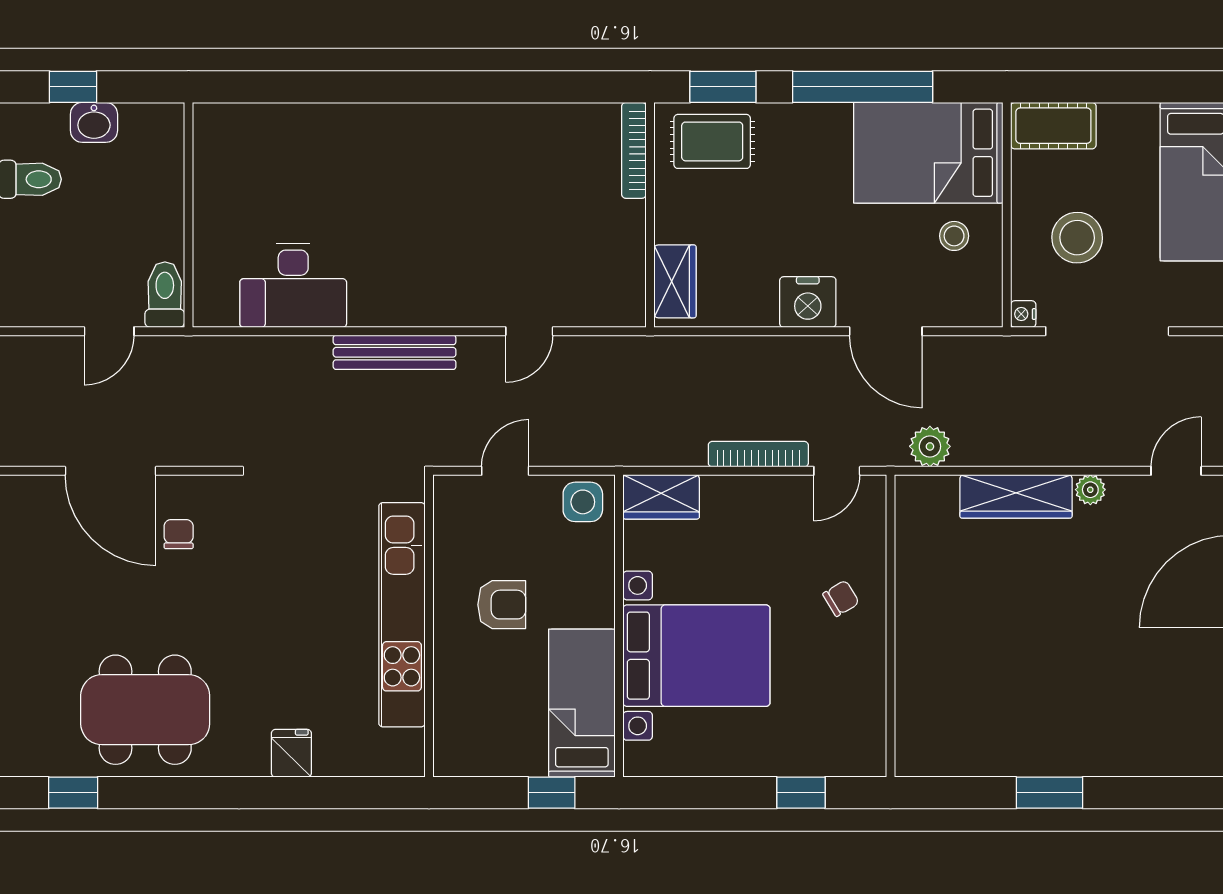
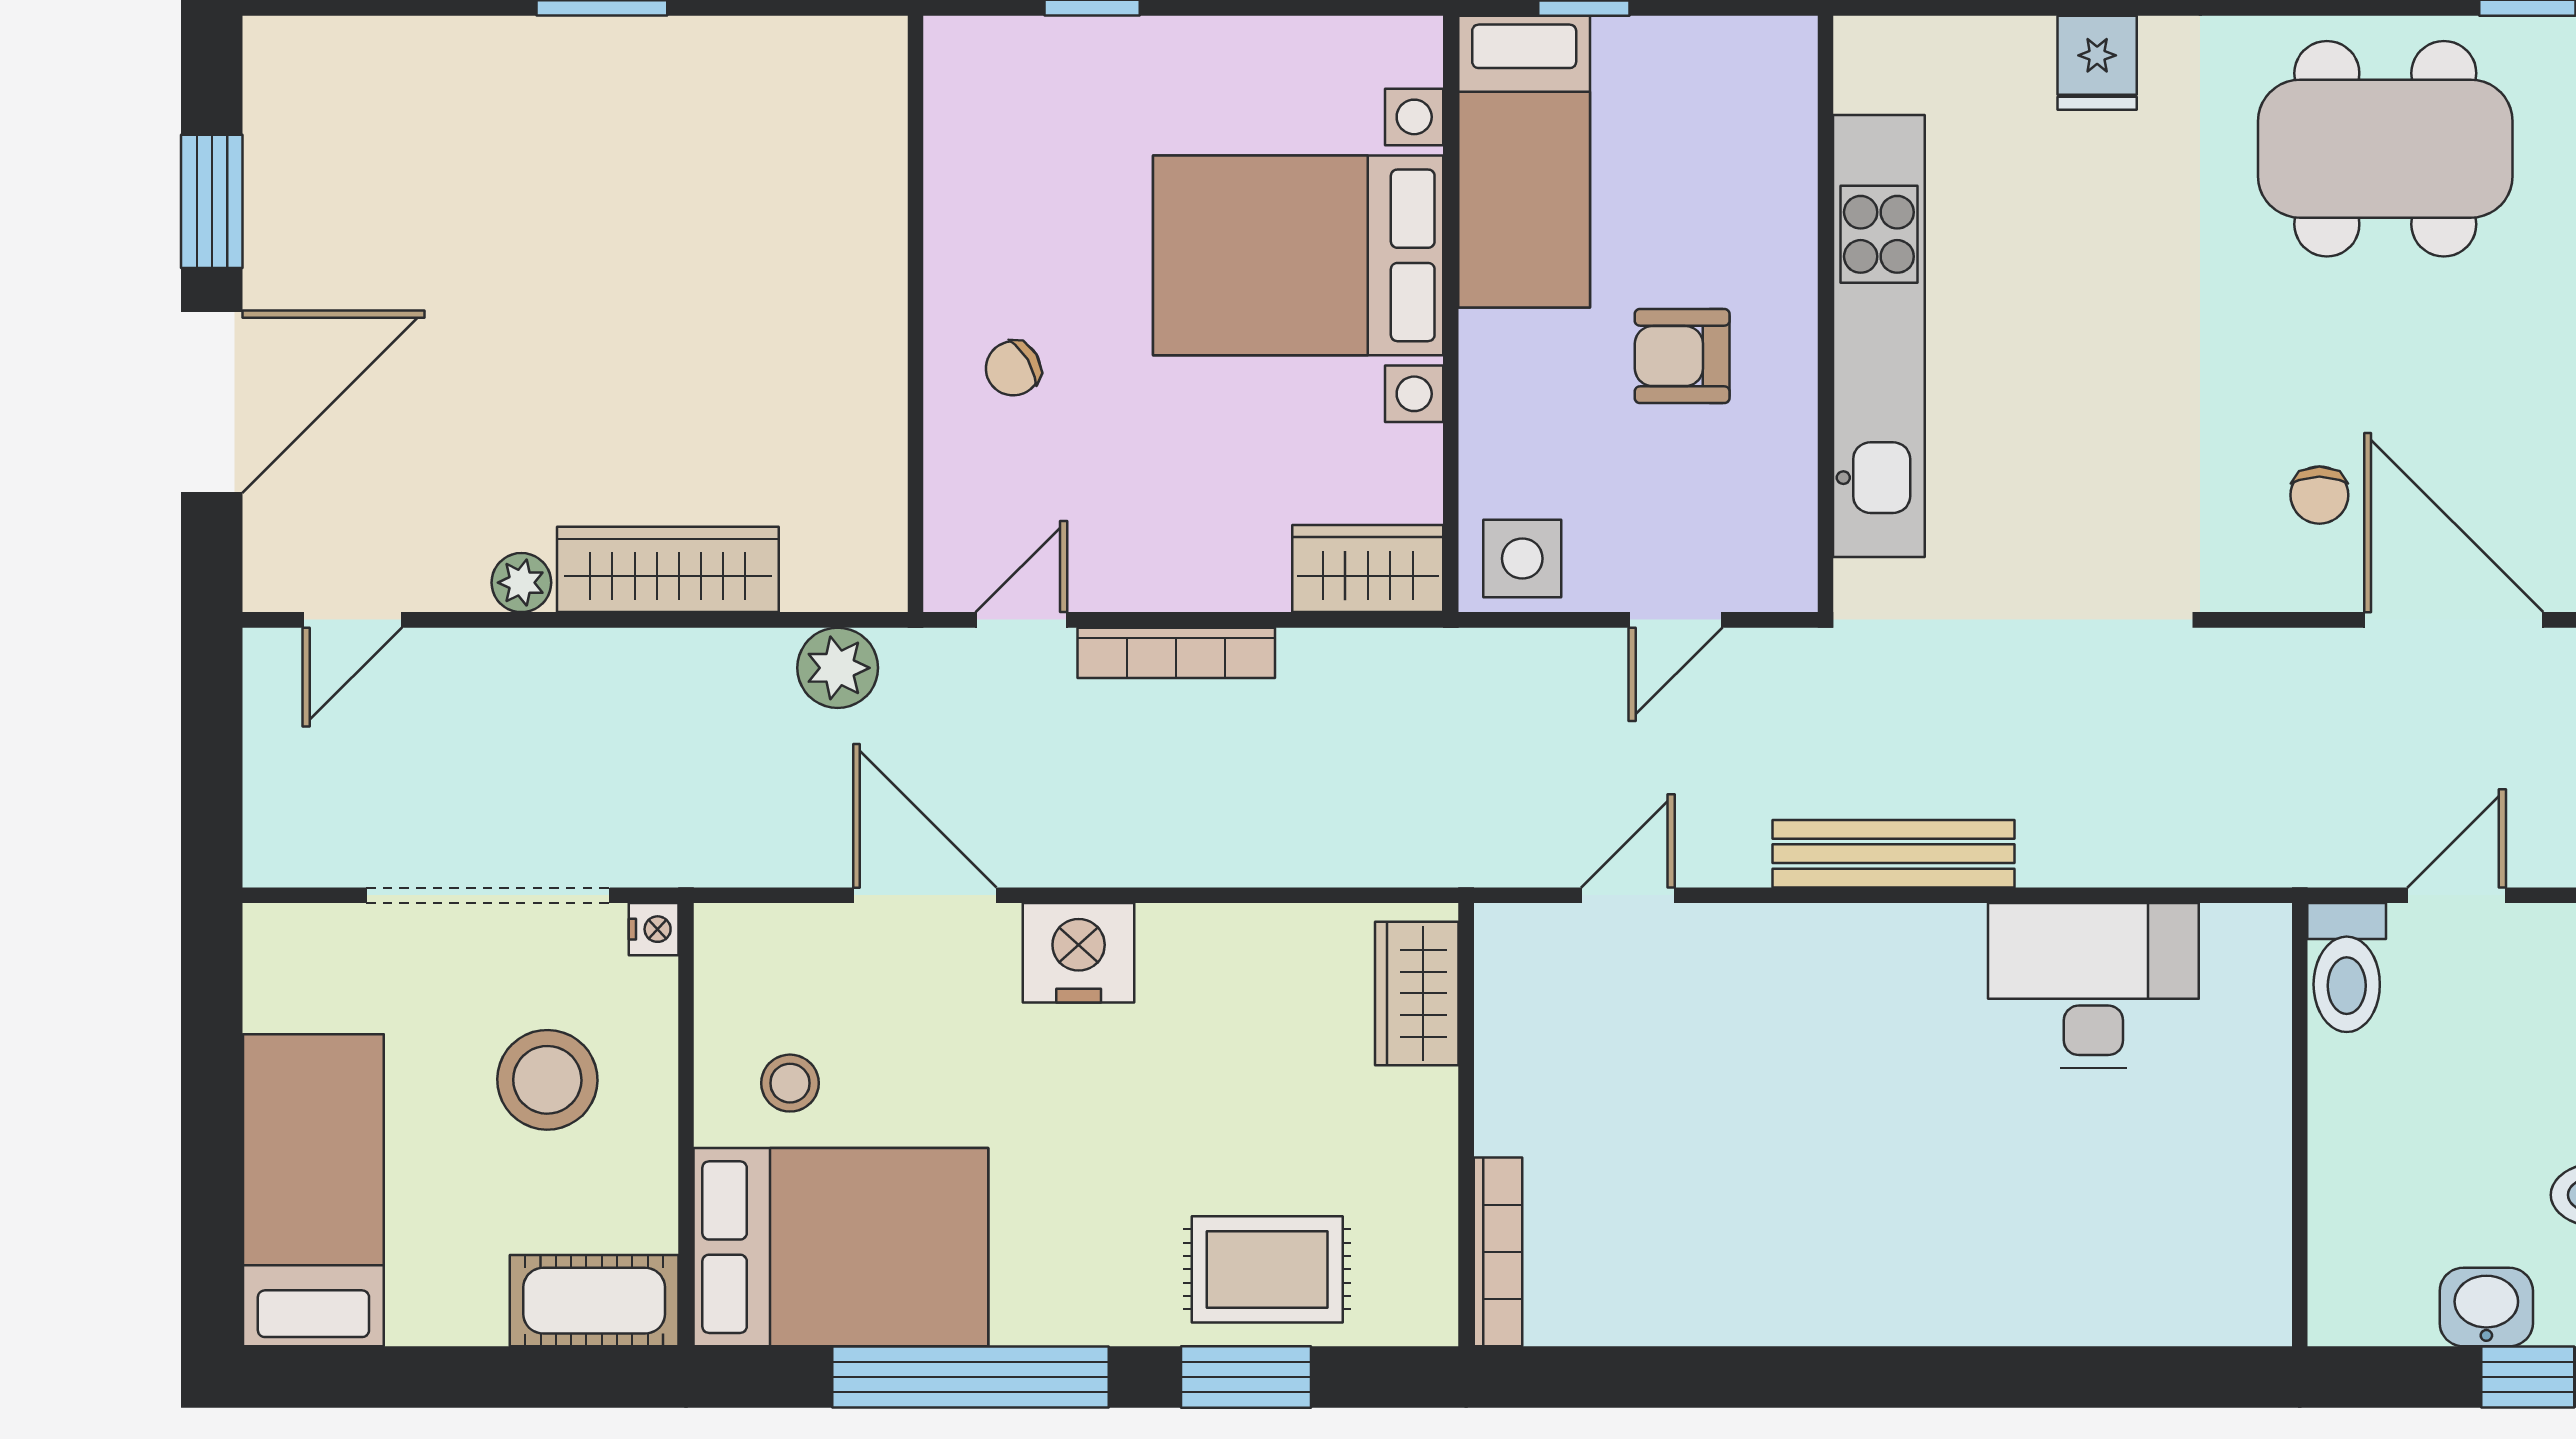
bookcase: (634, 150) -> (1498, 1252), moved
wall: (650, 215) -> (1466, 1125), moved
wardrobe: (675, 281) -> (1417, 993), moved

